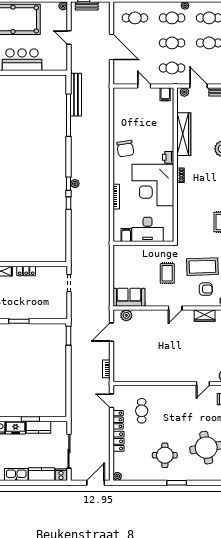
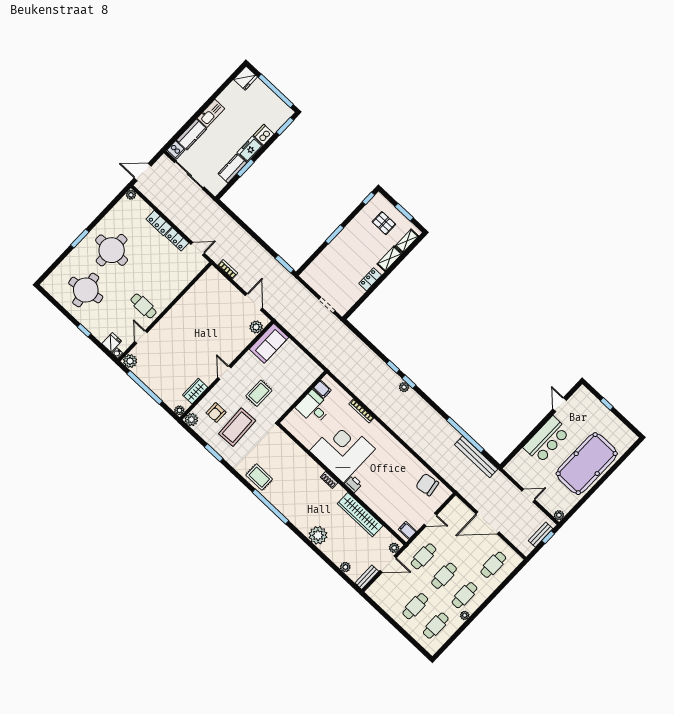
chair: (125, 149) -> (427, 485), moved
desk: (148, 229) -> (313, 408), width x0.73
rug: (167, 273) -> (259, 393), turned 90
cafe table: (142, 411) -> (143, 306), moved
round table: (165, 455) -> (112, 250), width x1.36, depth x1.36
door: (96, 483) -> (143, 172), swing flipped

